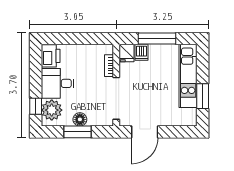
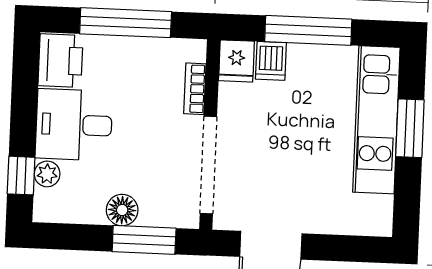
window: (78, 38) -> (126, 23), added
window: (203, 96) -> (410, 128), moved
plant: (52, 110) -> (47, 174), width x0.53, depth x0.53
window: (77, 132) -> (144, 240), moved

